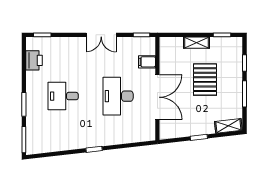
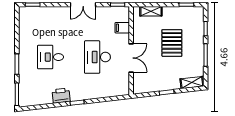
shelving: (196, 43) -> (151, 11), moved
printer: (34, 60) -> (61, 96), moved, turned -97
double door: (157, 97) -> (131, 58), width x0.73

